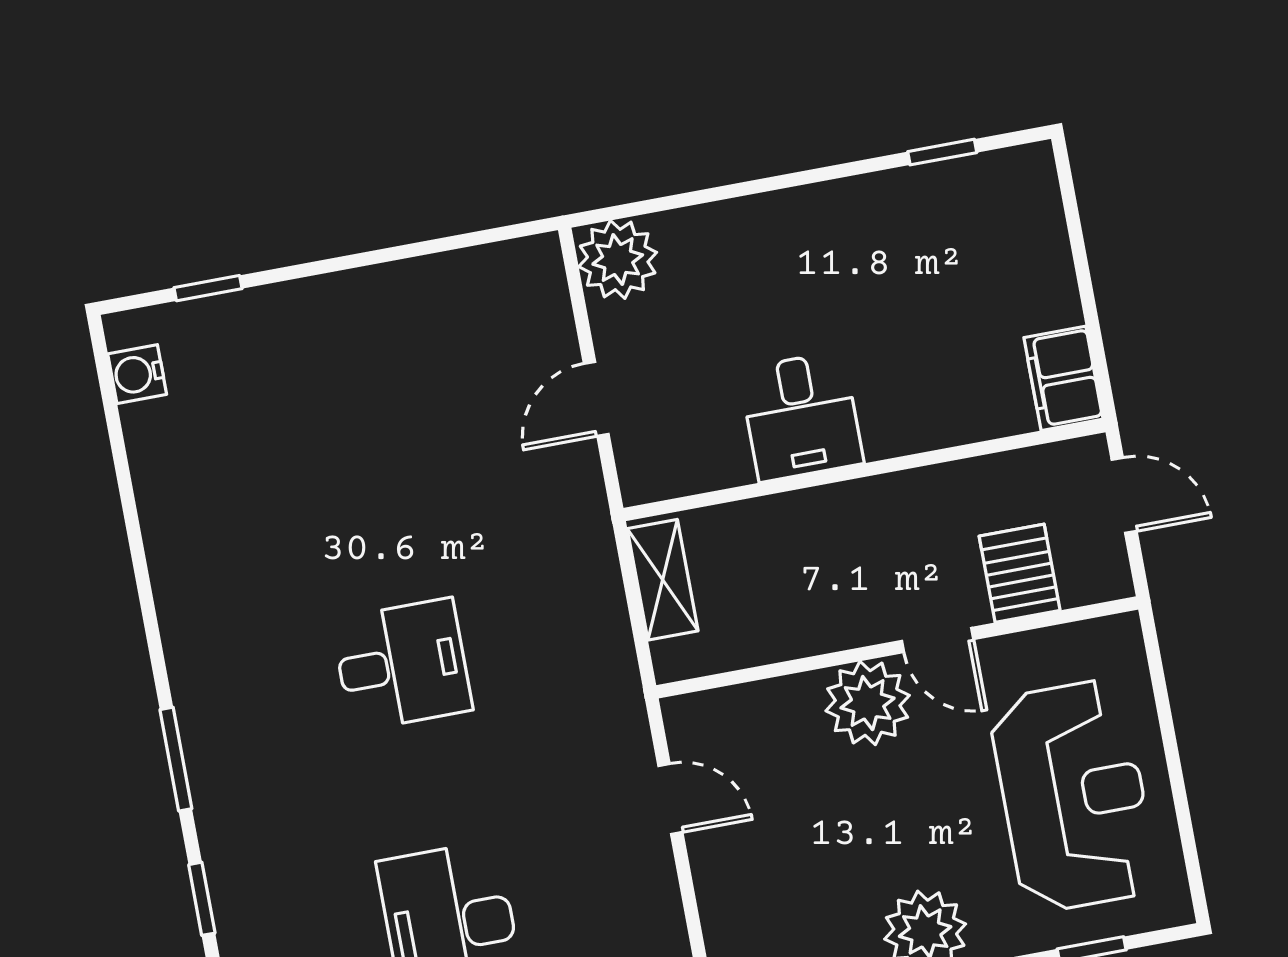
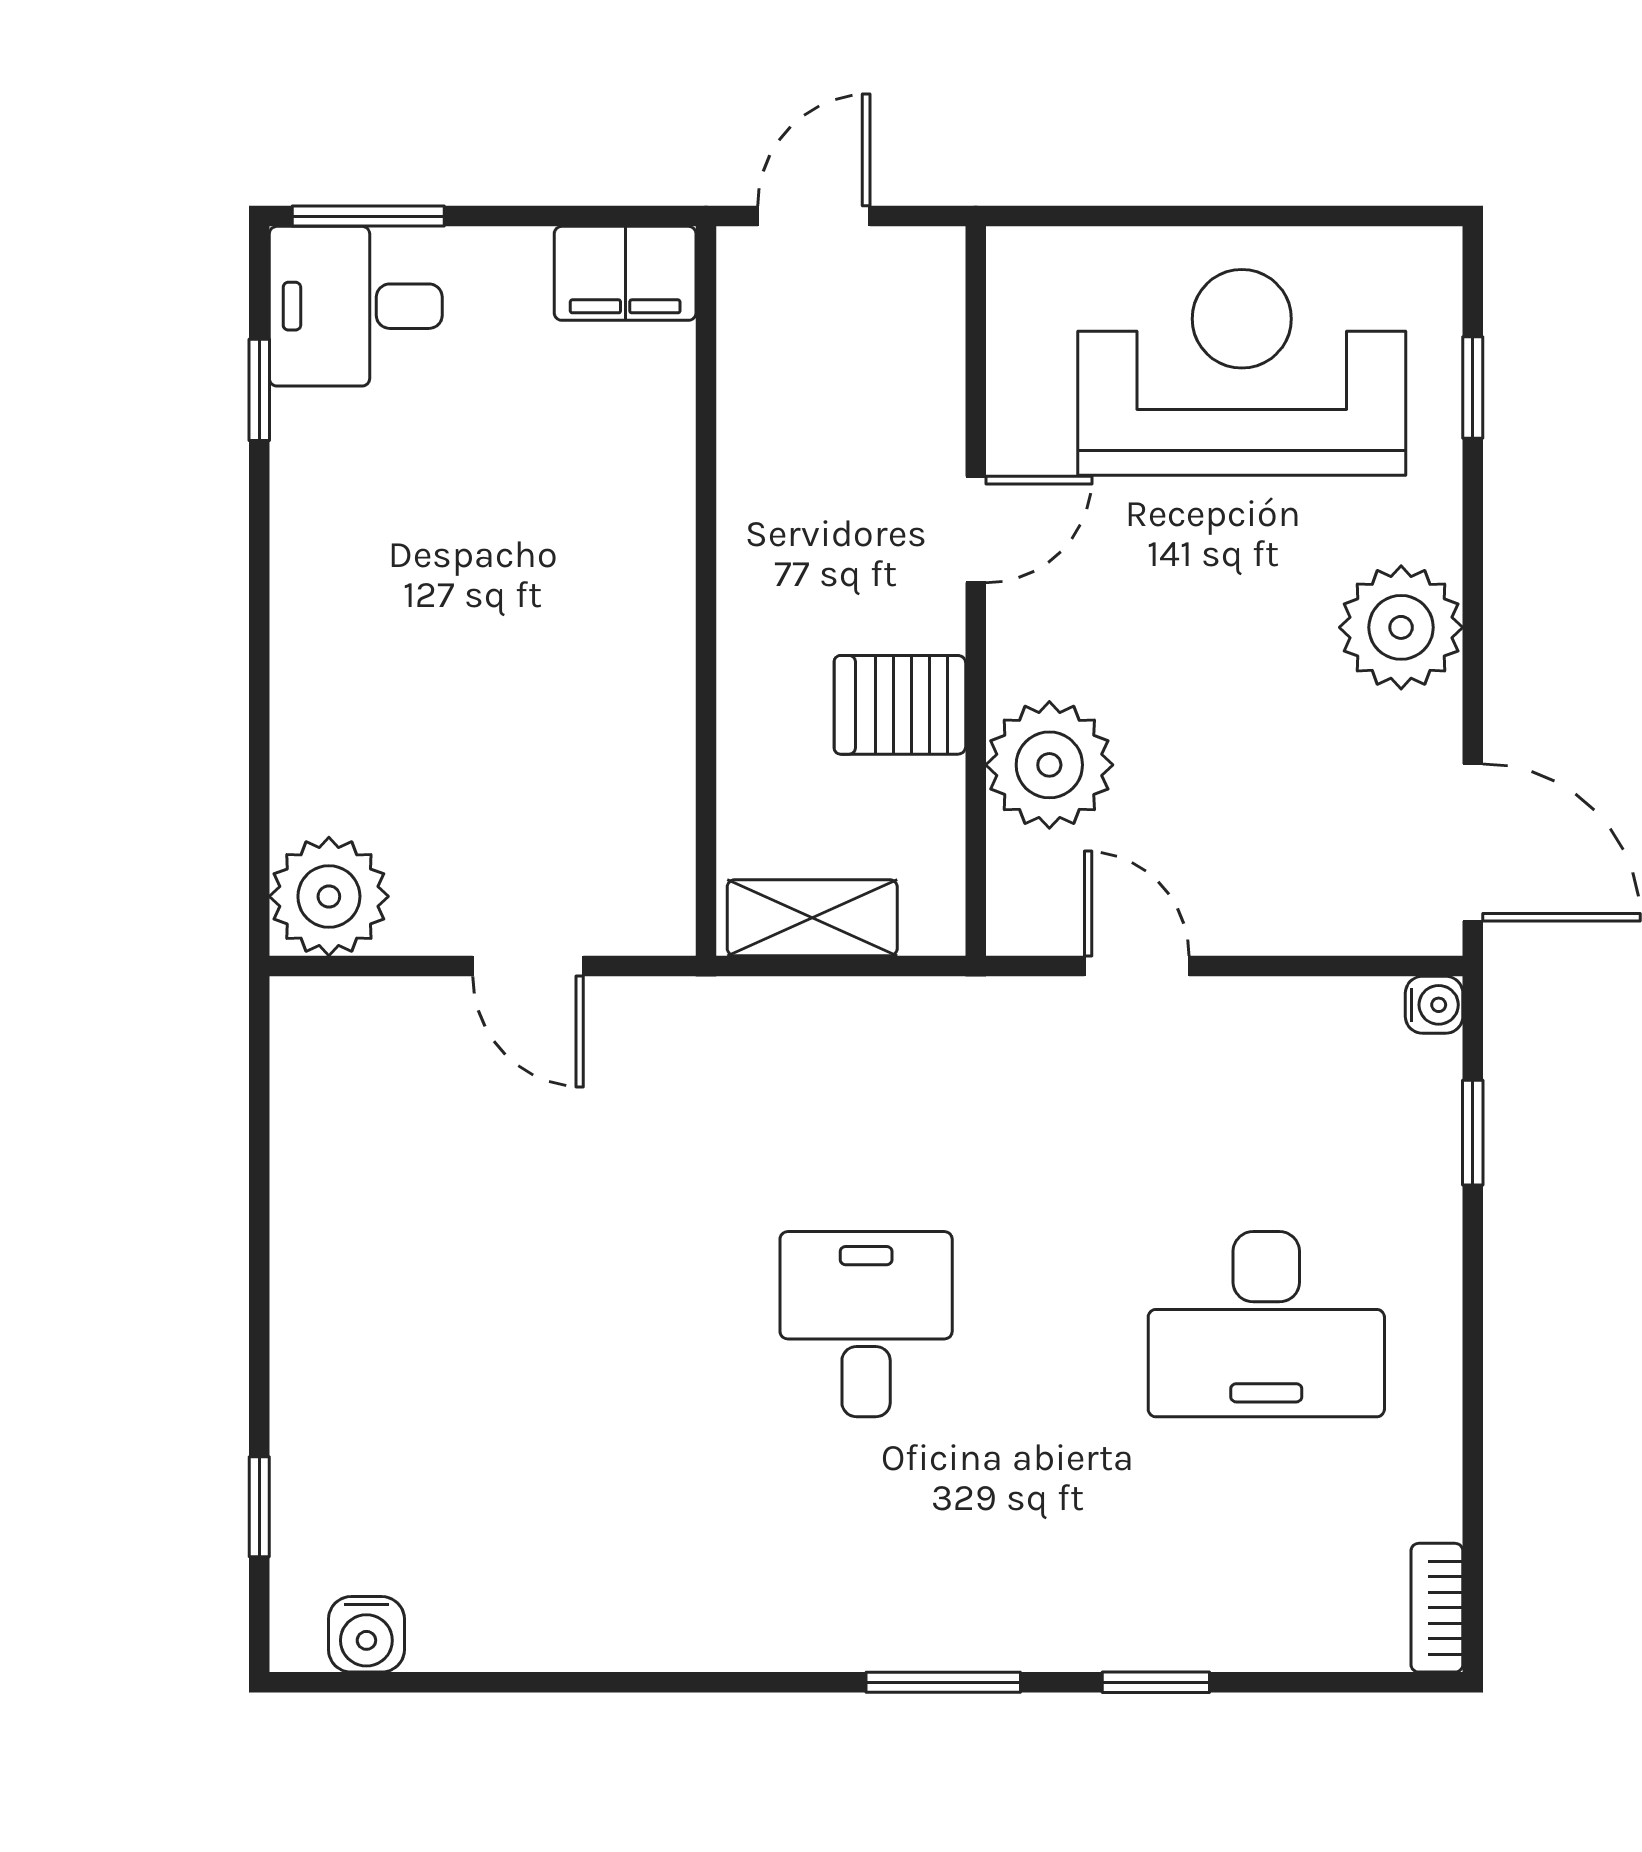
window: (1070, 202) -> (368, 216), added
desk: (801, 416) -> (356, 306), moved, turned 180
server rack: (1020, 573) -> (900, 705), moved
plant: (868, 703) -> (1049, 765), moved
door: (670, 799) -> (1137, 966), hinge flipped

